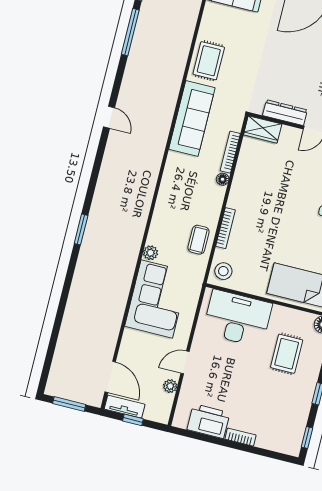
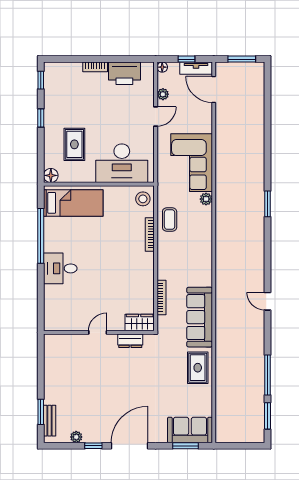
dresser: (285, 113) -> (130, 341), width x0.70
floor lamp: (223, 179) -> (162, 67), moved

